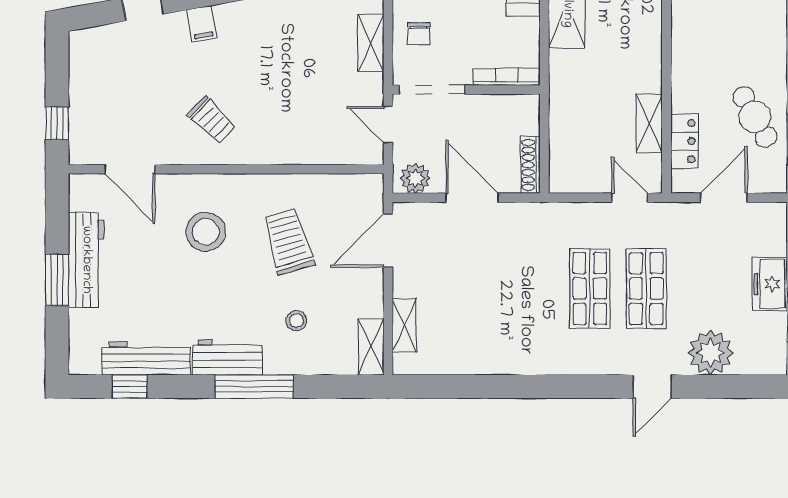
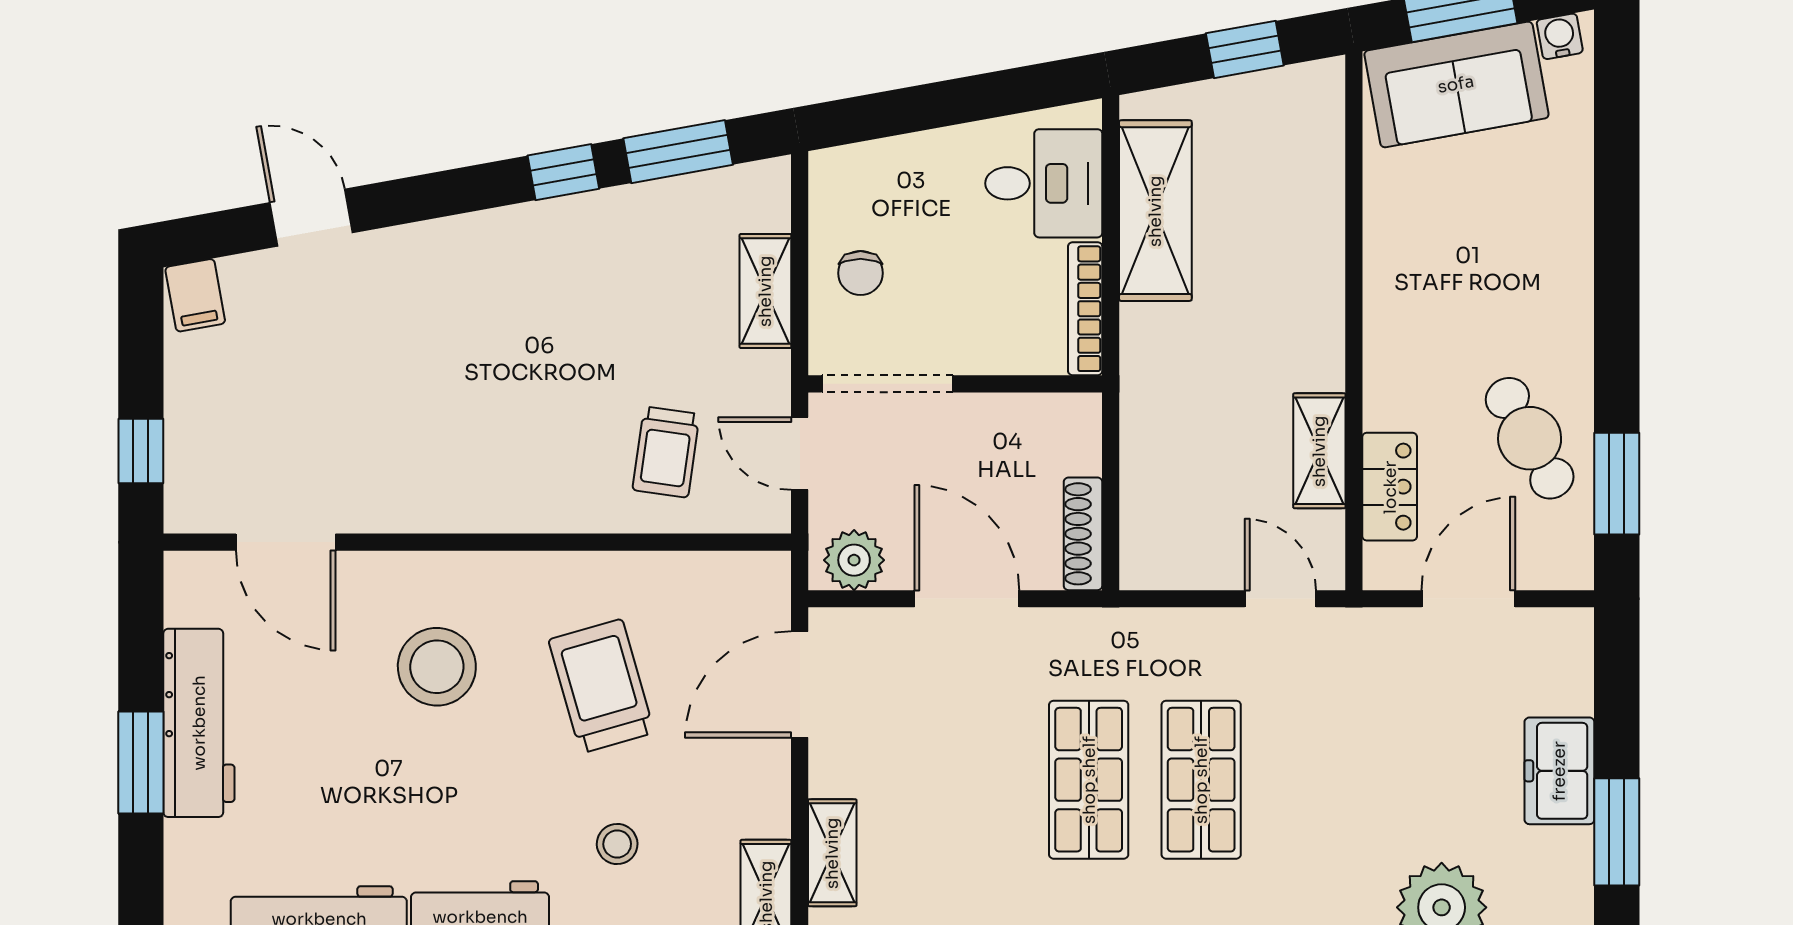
filing cabinet: (202, 24) -> (195, 295), moved
bookcase: (507, 77) -> (1085, 309), moved, turned -90
trolley: (212, 120) -> (666, 452), moved, turned 54
shop shelf: (646, 288) -> (1089, 780), moved

